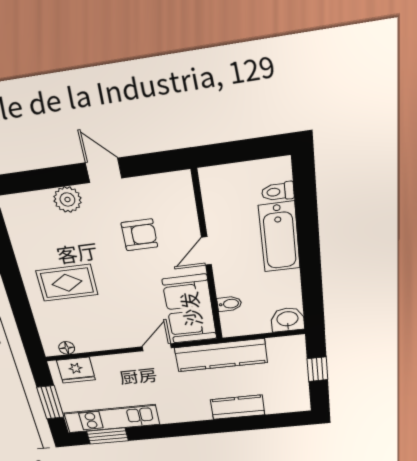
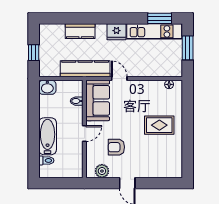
plant: (67, 200) -> (102, 171), moved
door: (157, 347) -> (119, 79), swing flipped
fridge: (76, 370) -> (116, 32), moved, turned 180

